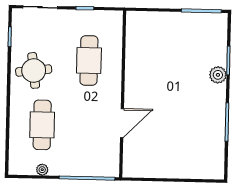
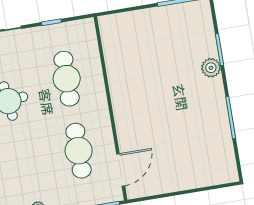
door: (122, 123) -> (121, 170), moved
cafe table: (42, 125) -> (79, 151), moved

